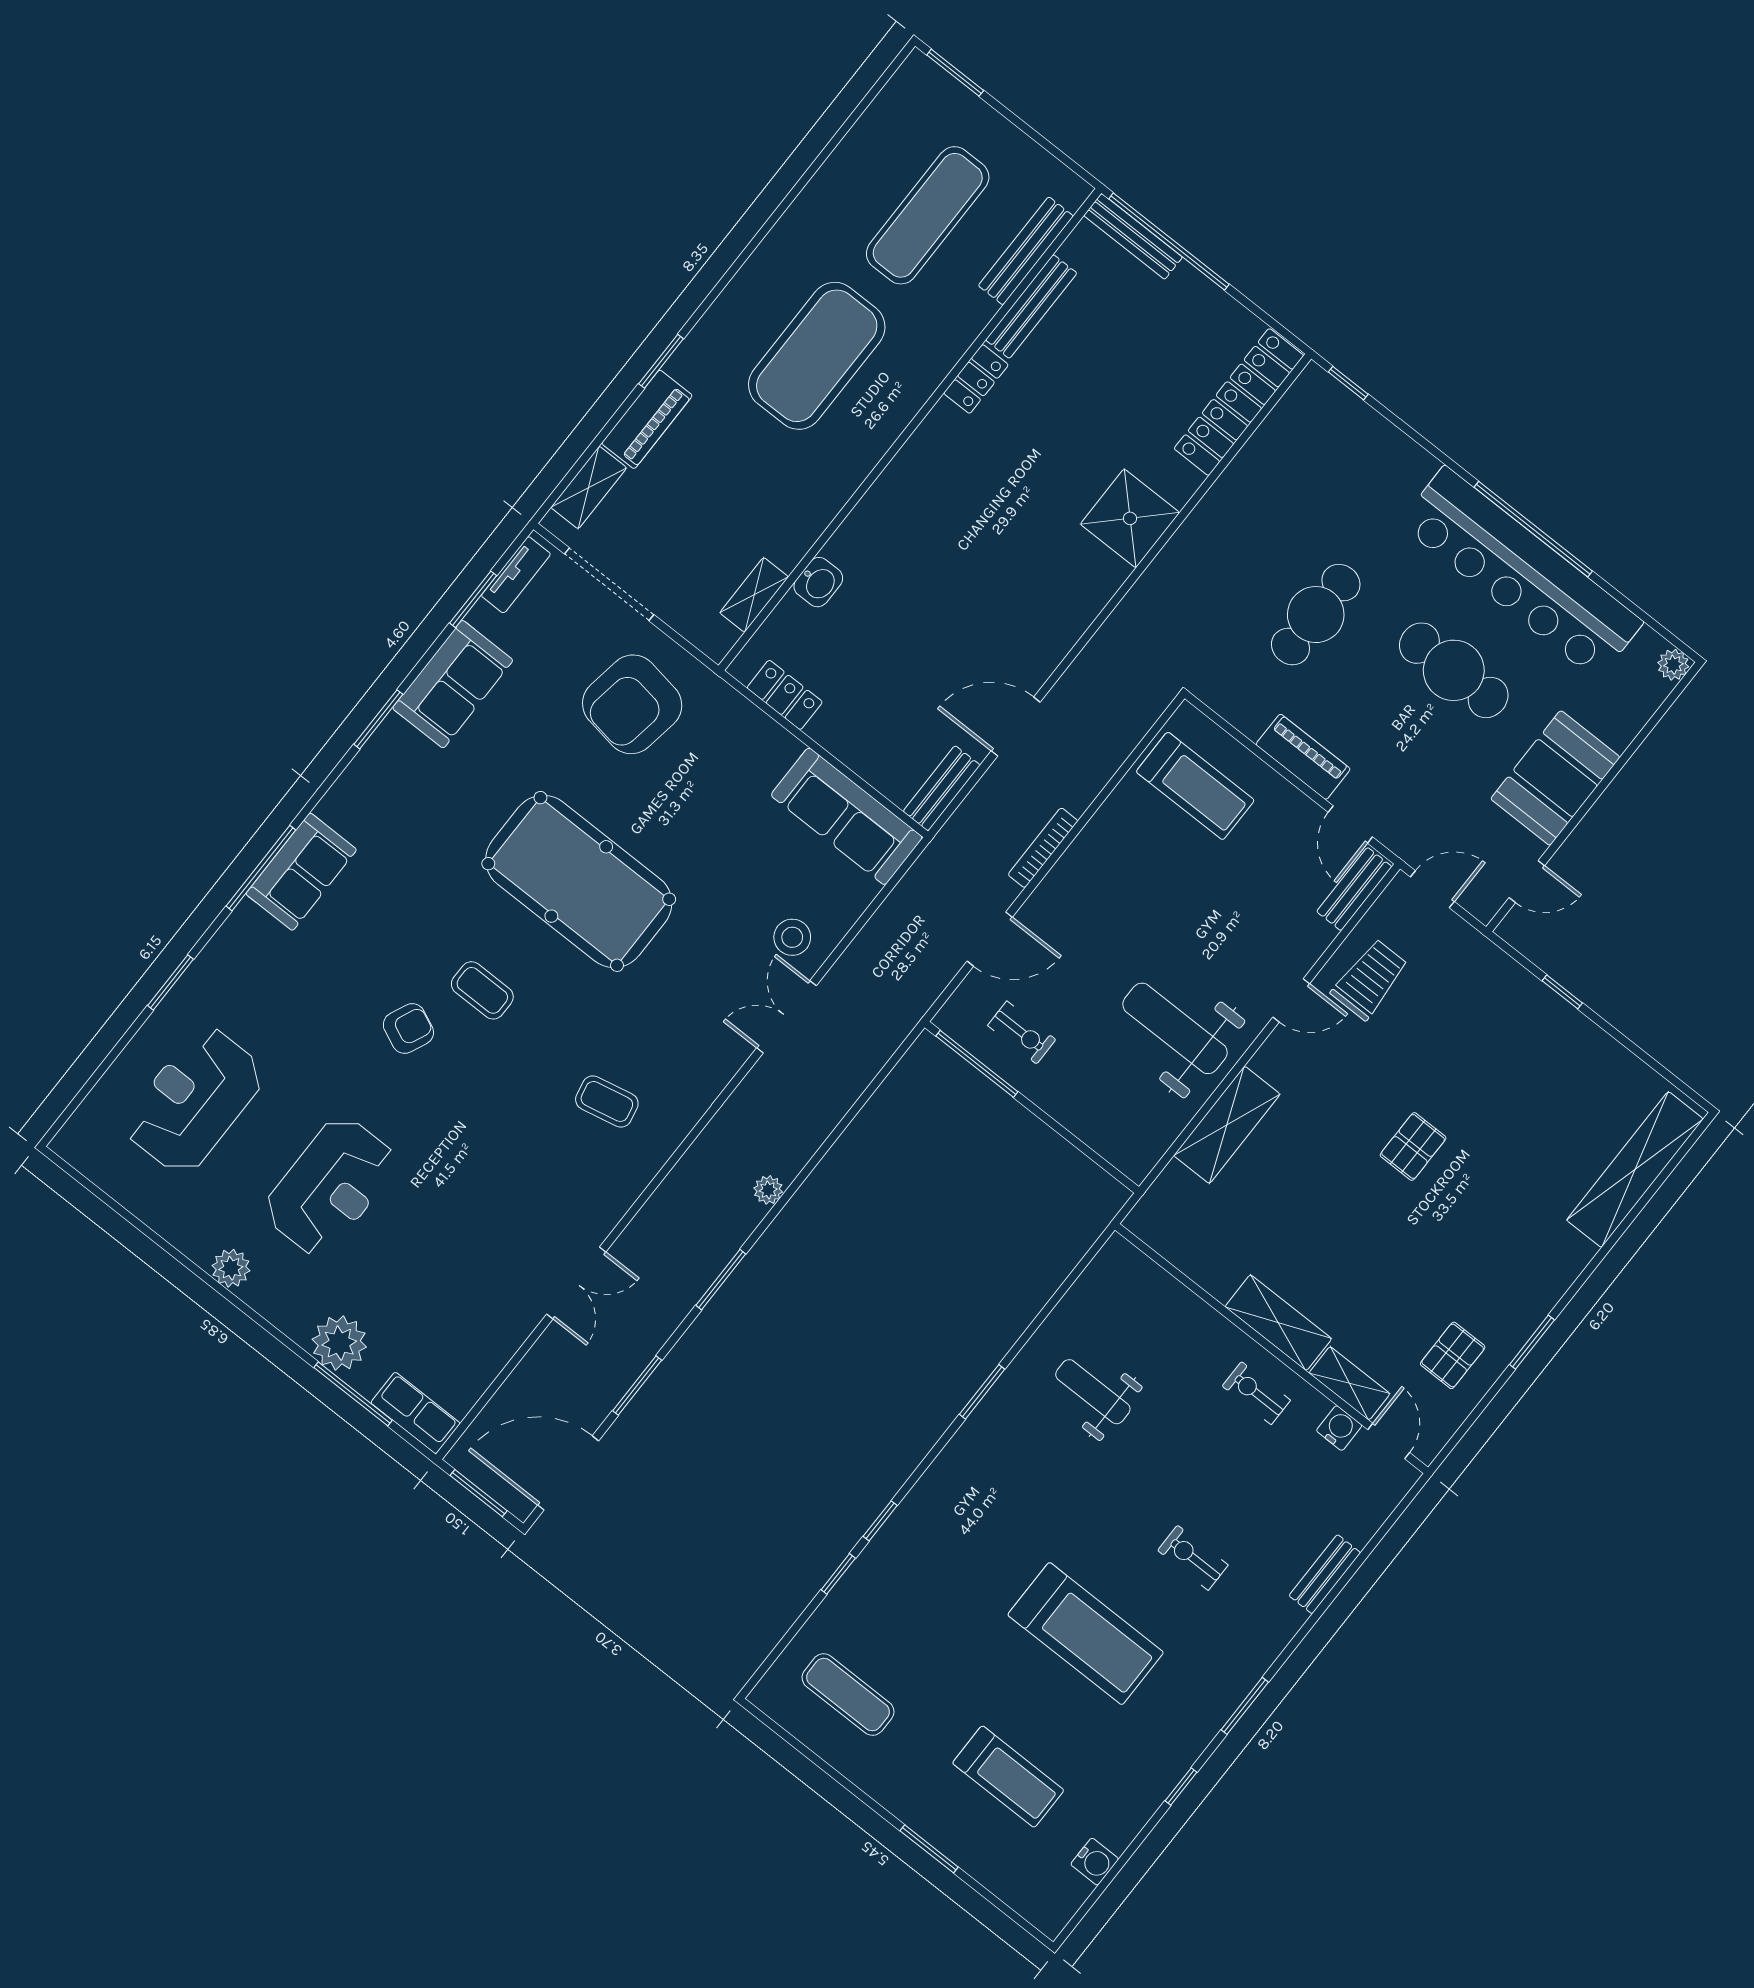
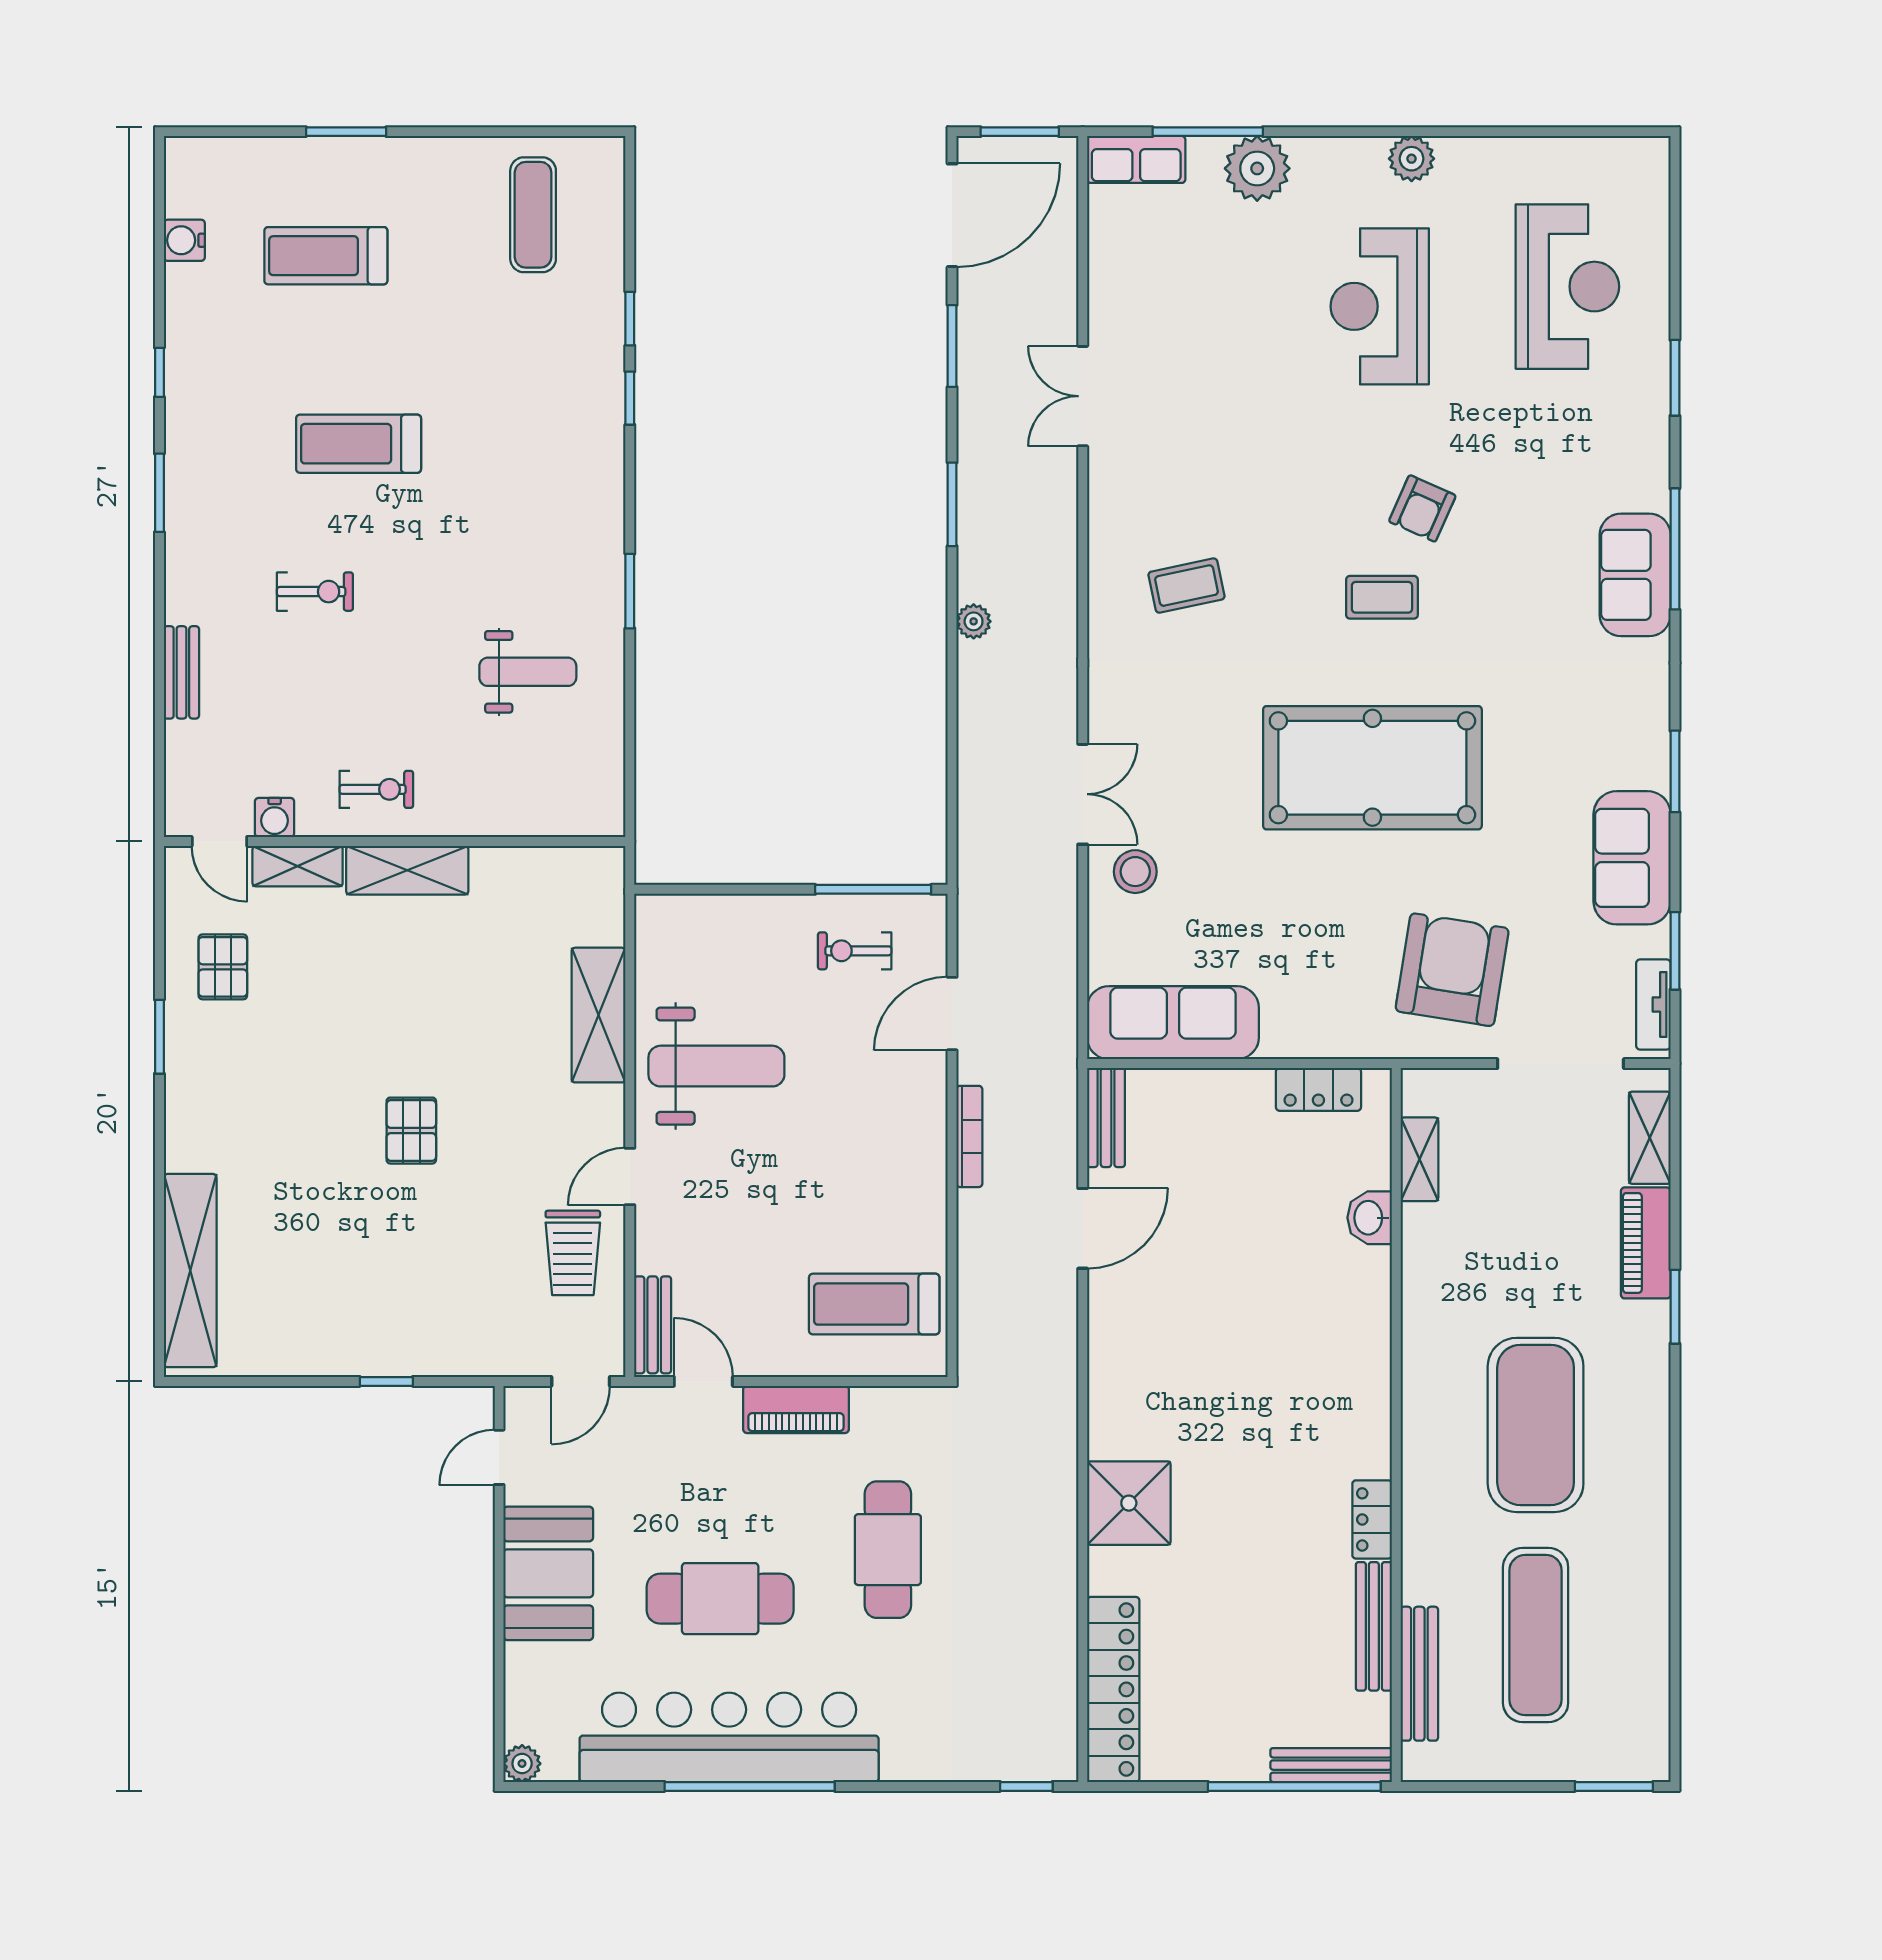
treadmill: (1086, 1634) -> (359, 444), width x0.73, depth x0.73
exercise mat: (848, 1695) -> (533, 215), turned 90

